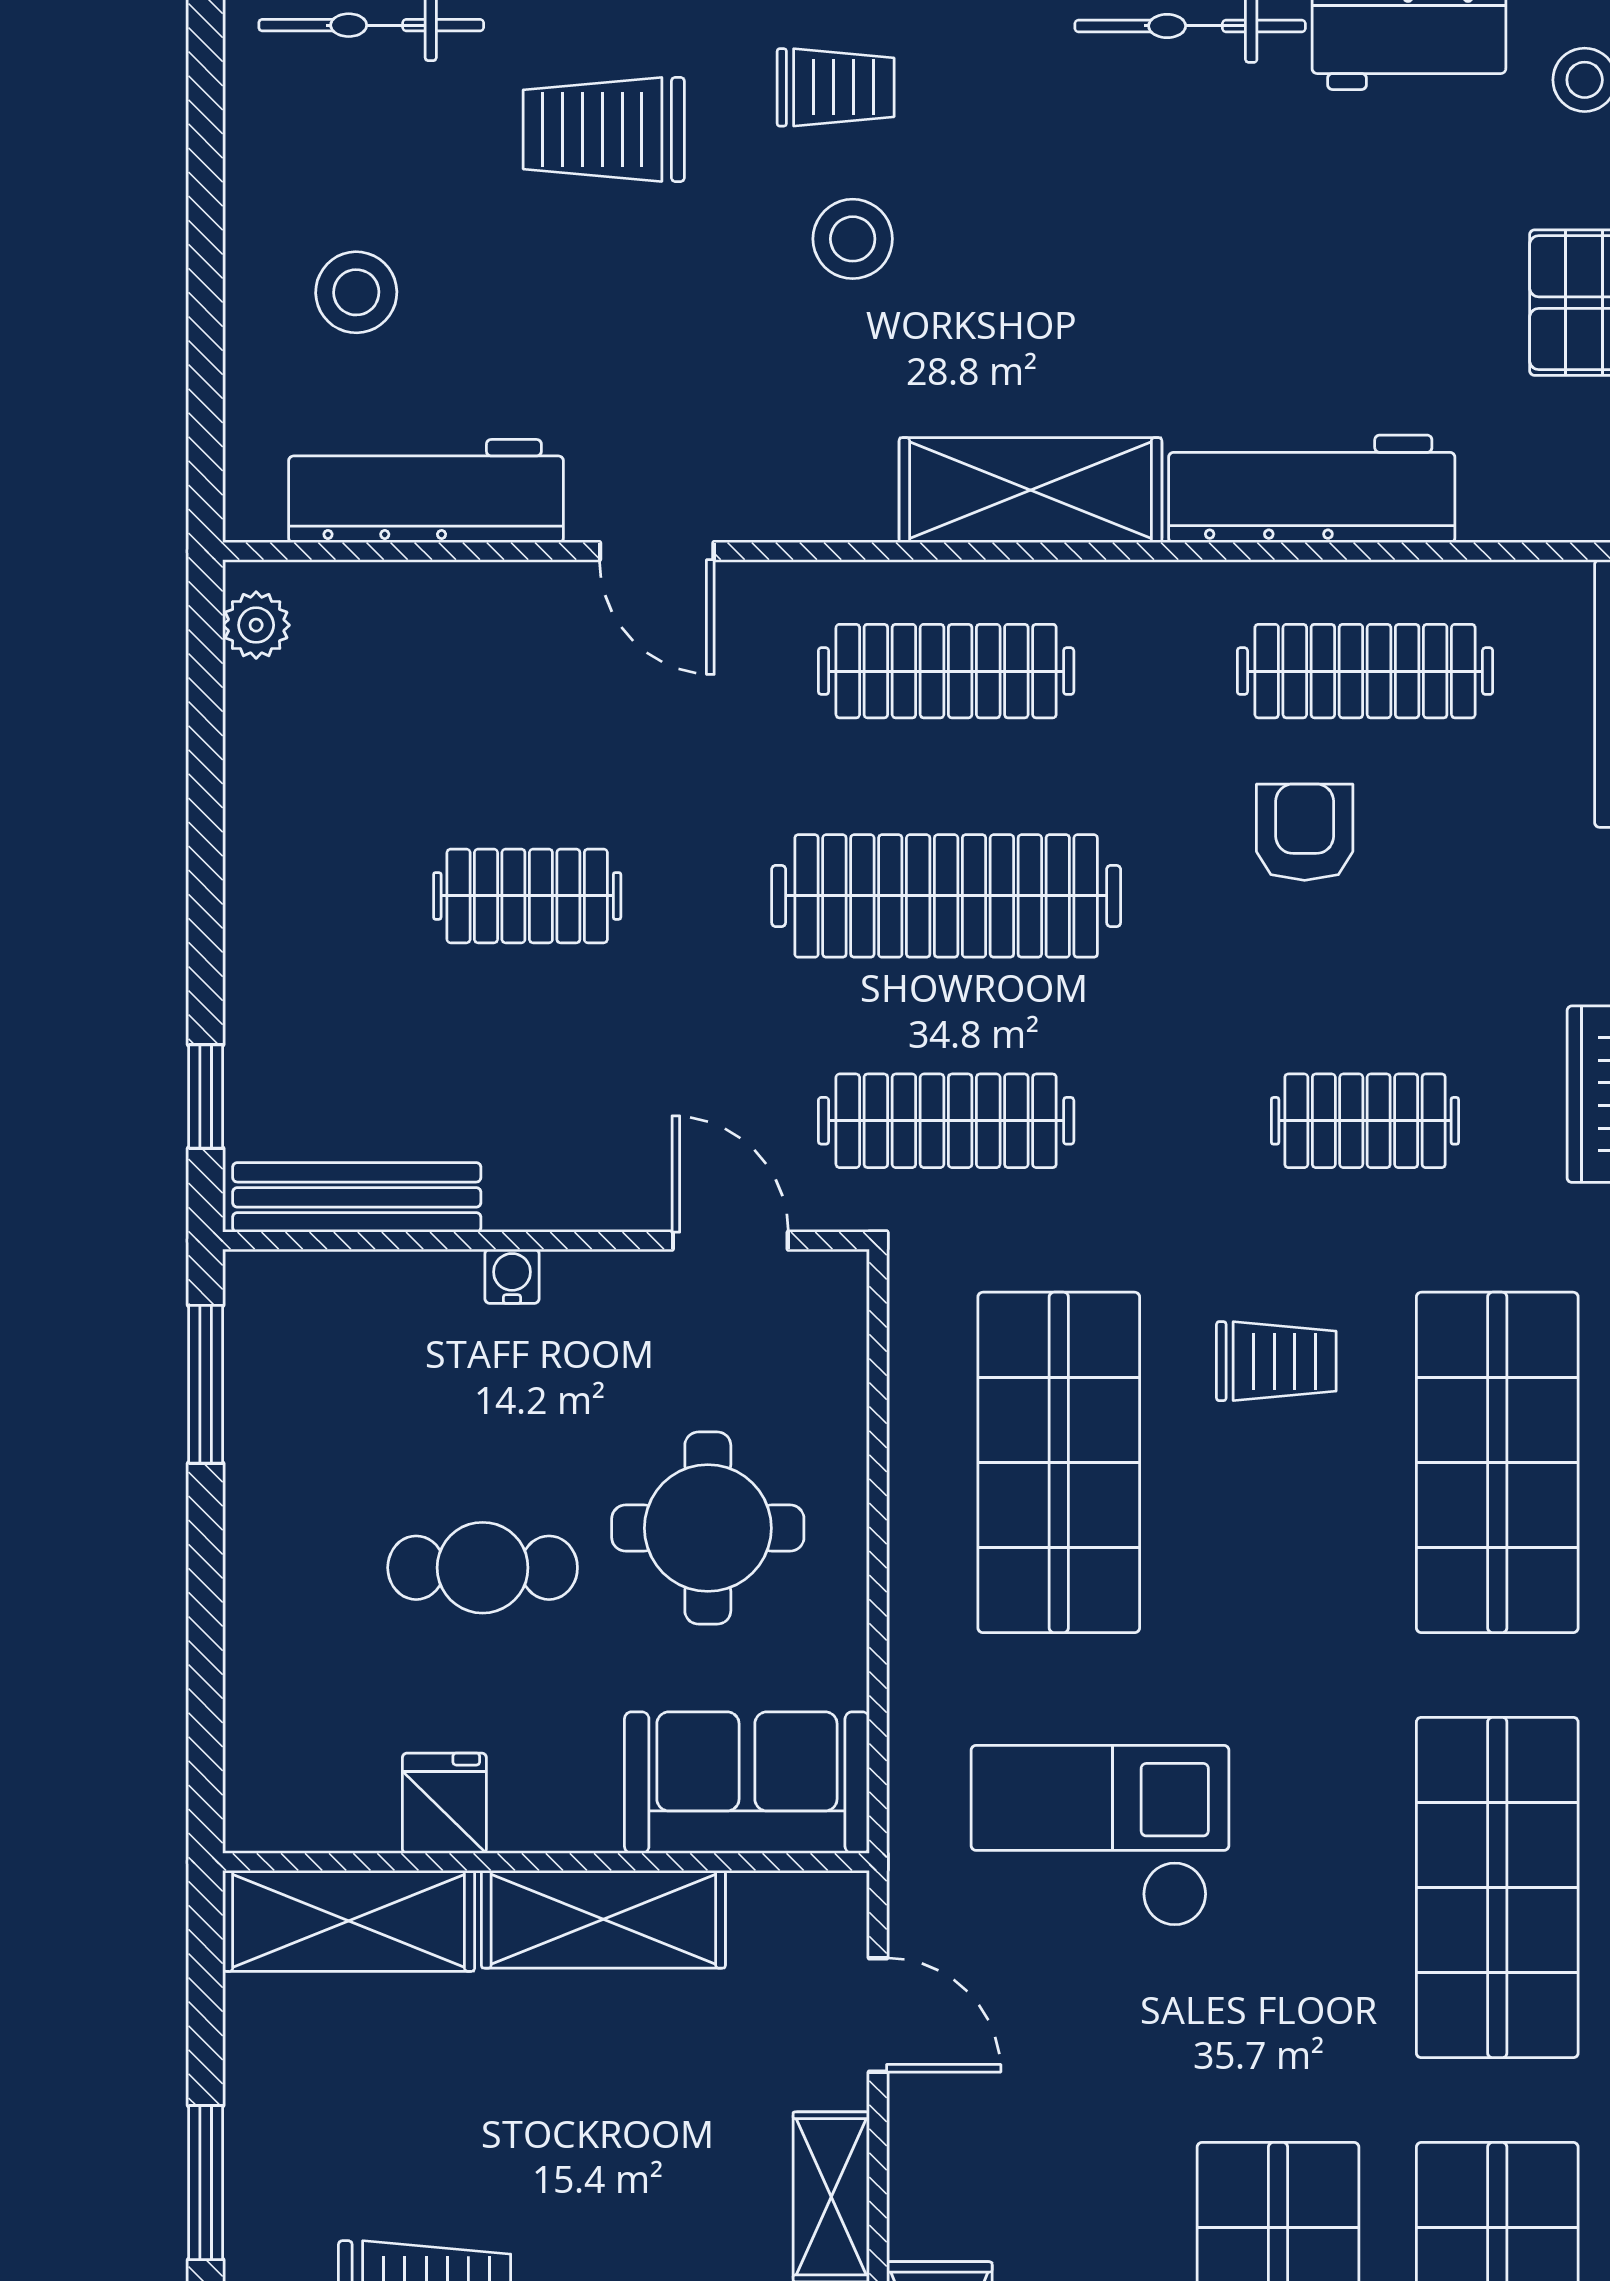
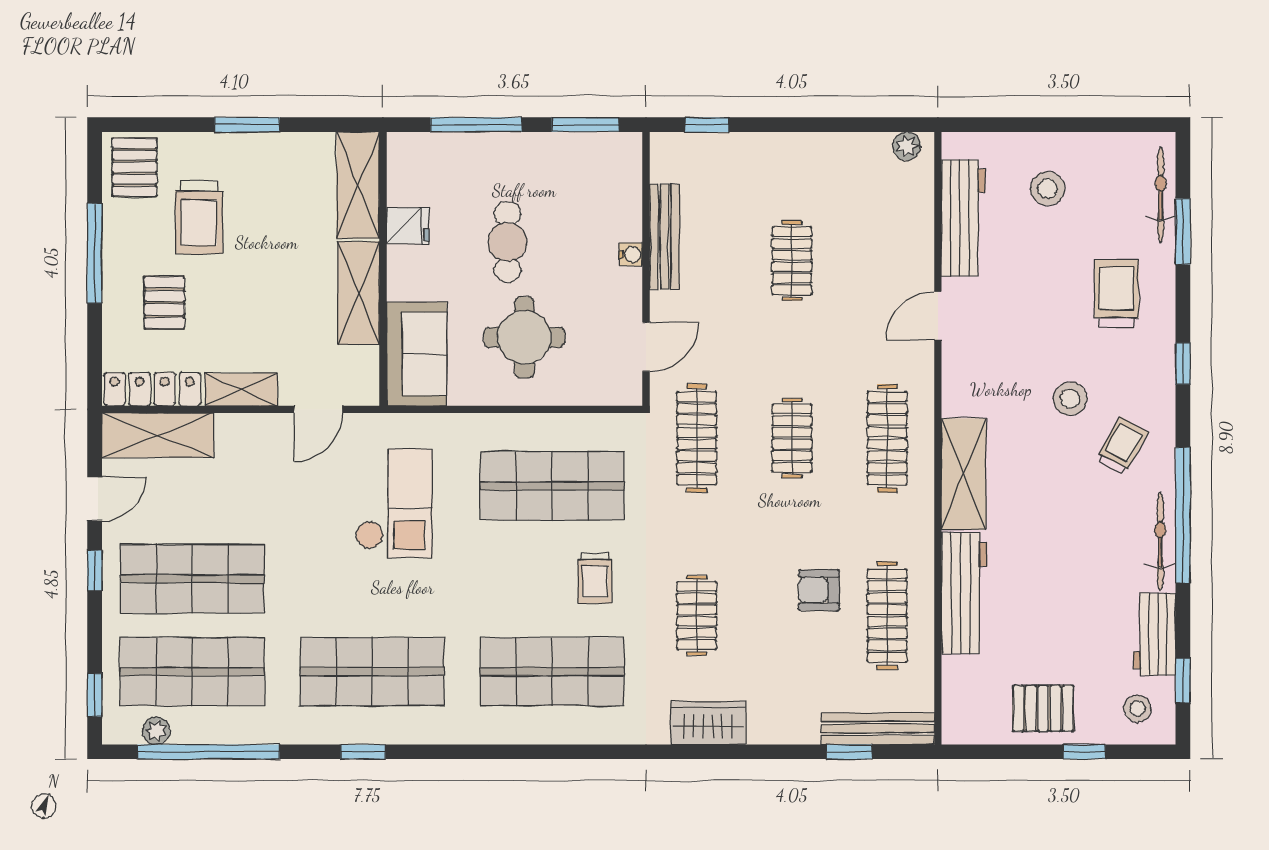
trolley: (836, 87) -> (1122, 446), moved, turned -151
armchair: (1305, 832) -> (819, 590), turned 180
clothes rail: (946, 896) -> (792, 438), width x0.54, depth x0.76
bench: (357, 1197) -> (664, 237), moved
window: (206, 1642) -> (476, 125), added

